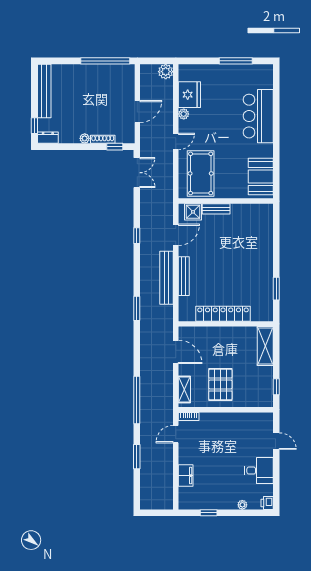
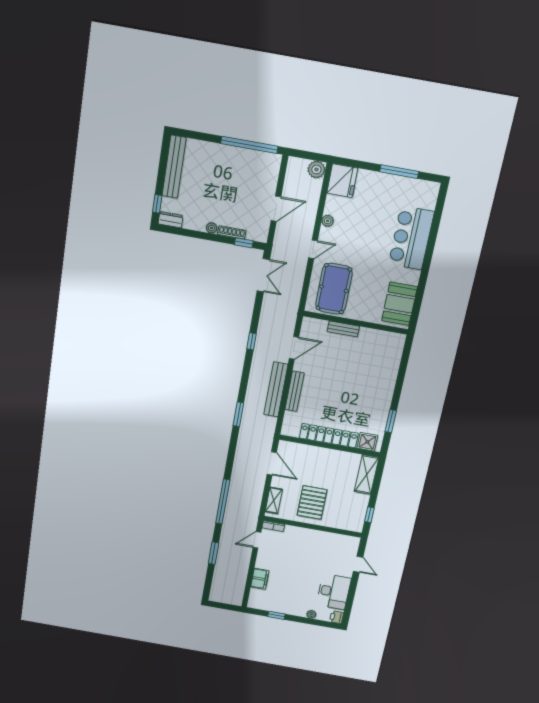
fridge: (189, 95) -> (342, 181), moved
shower: (193, 212) -> (367, 442), moved
desk: (259, 471) -> (334, 592), width x1.37

